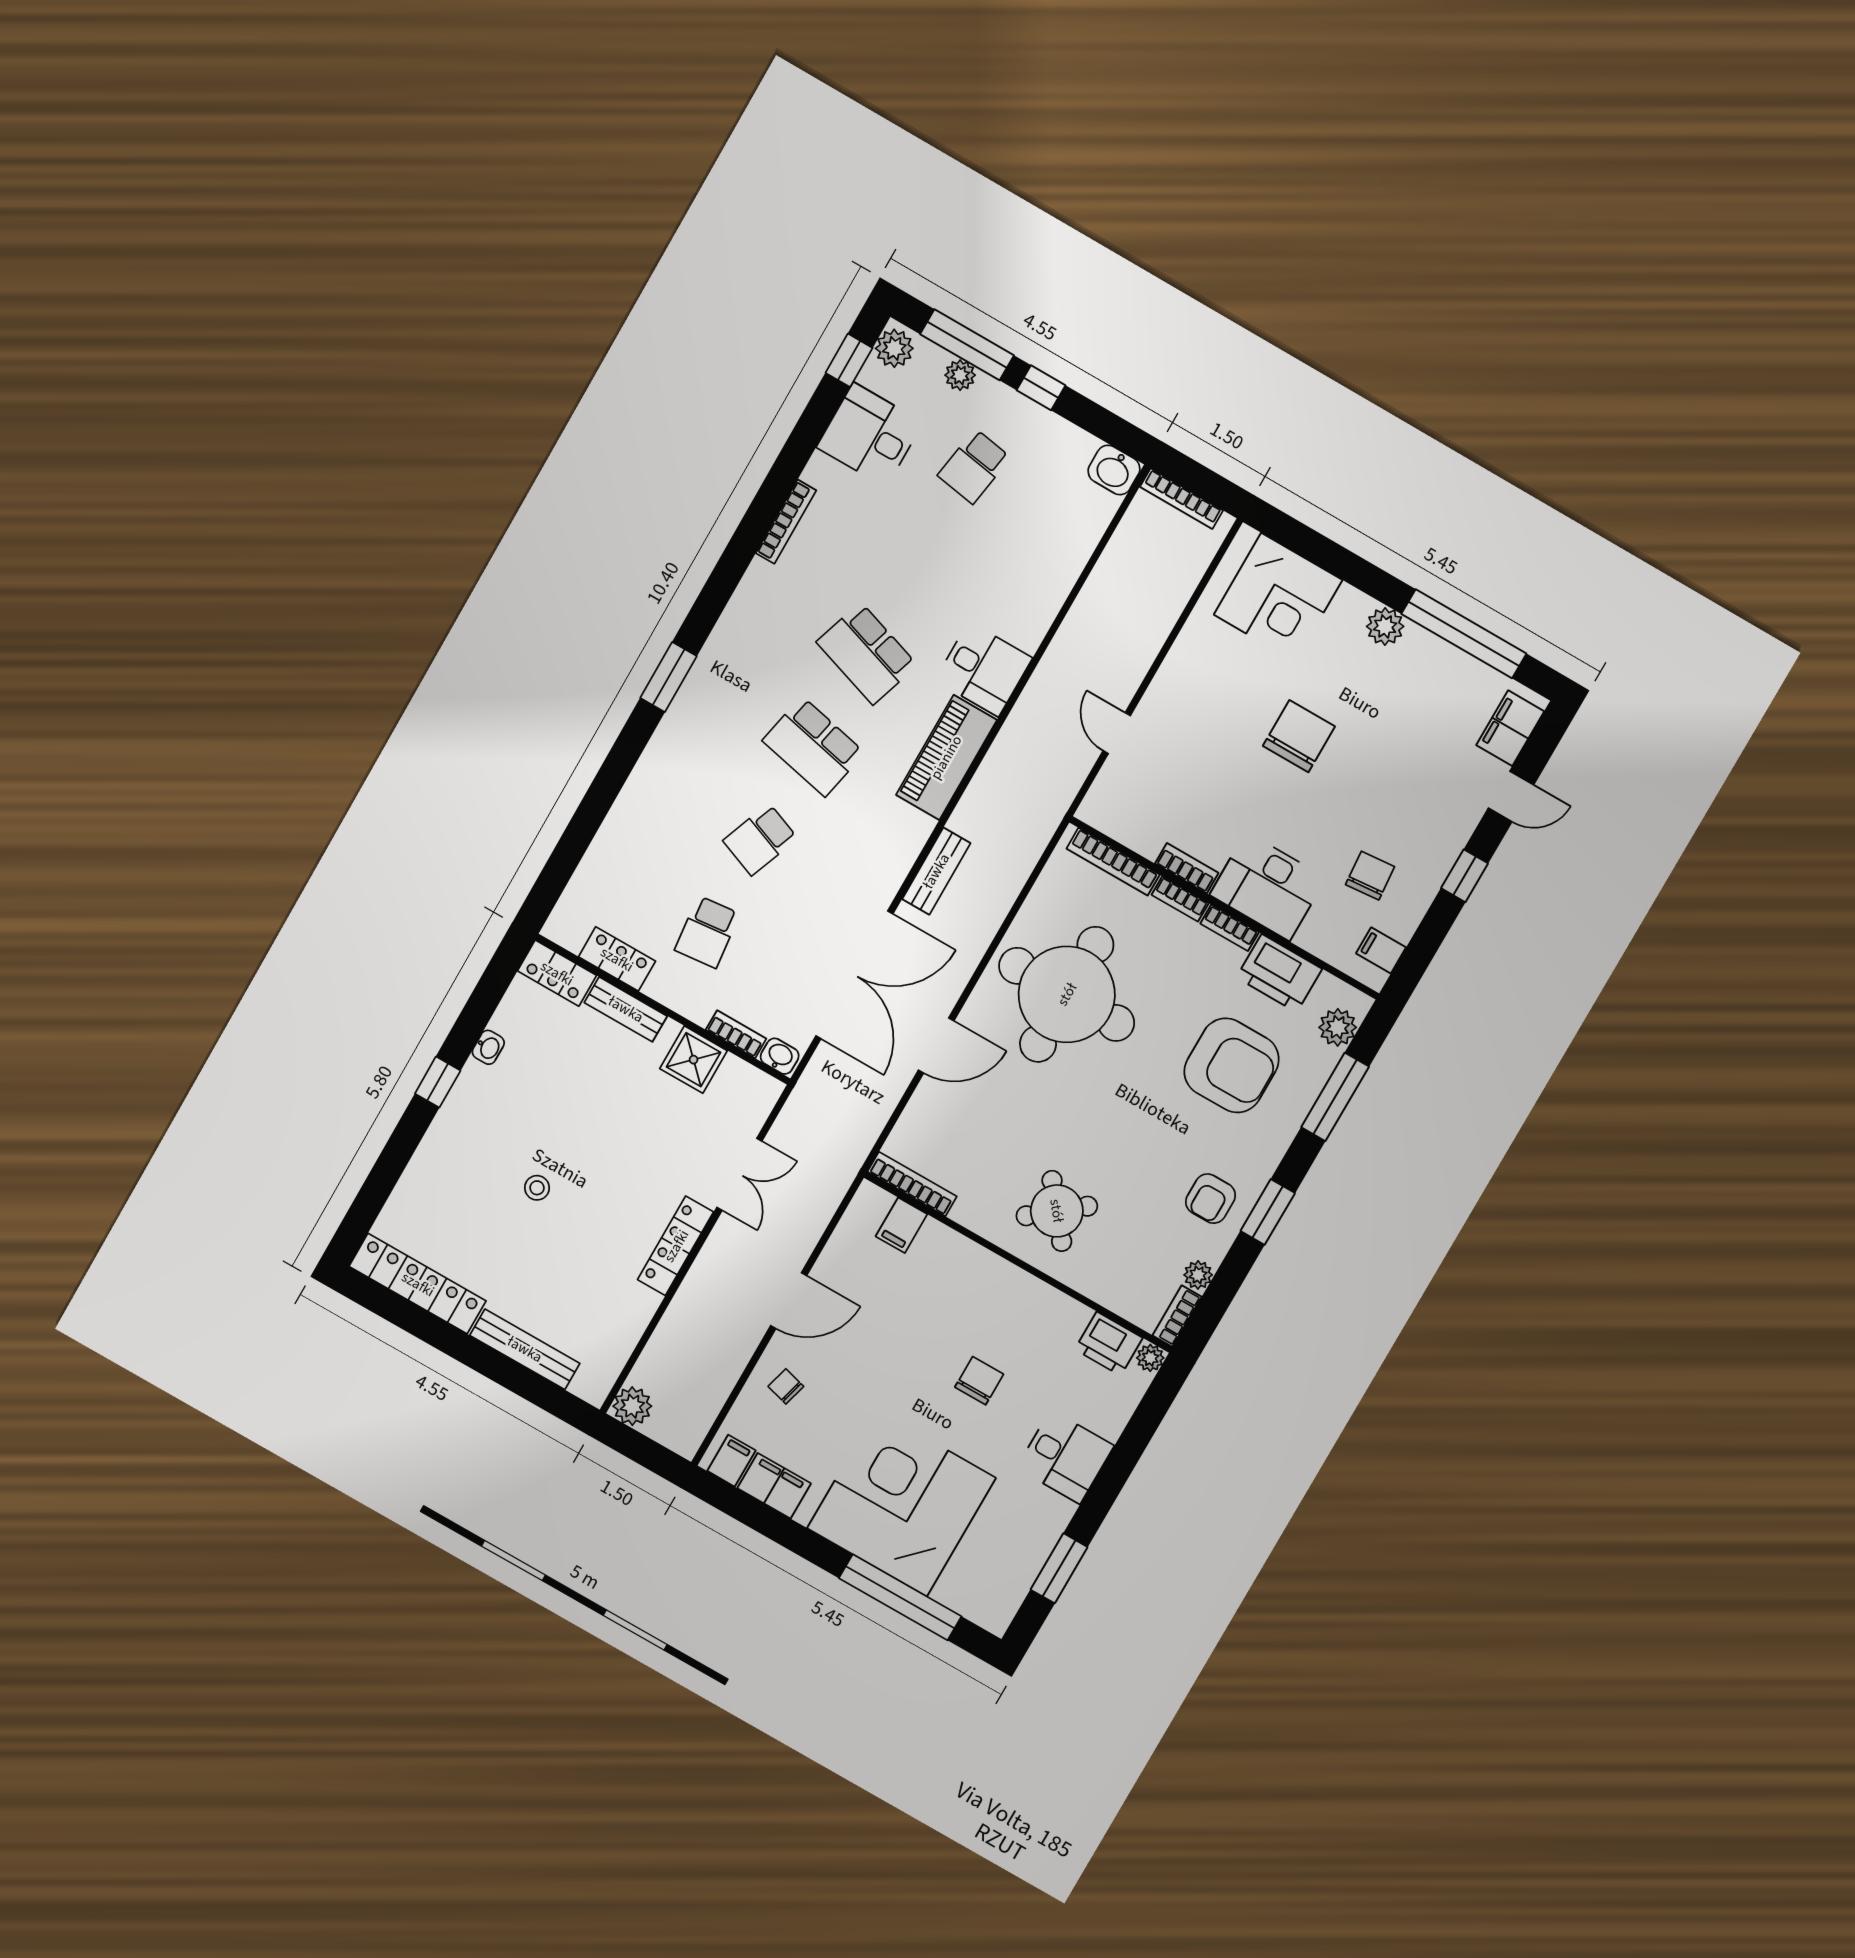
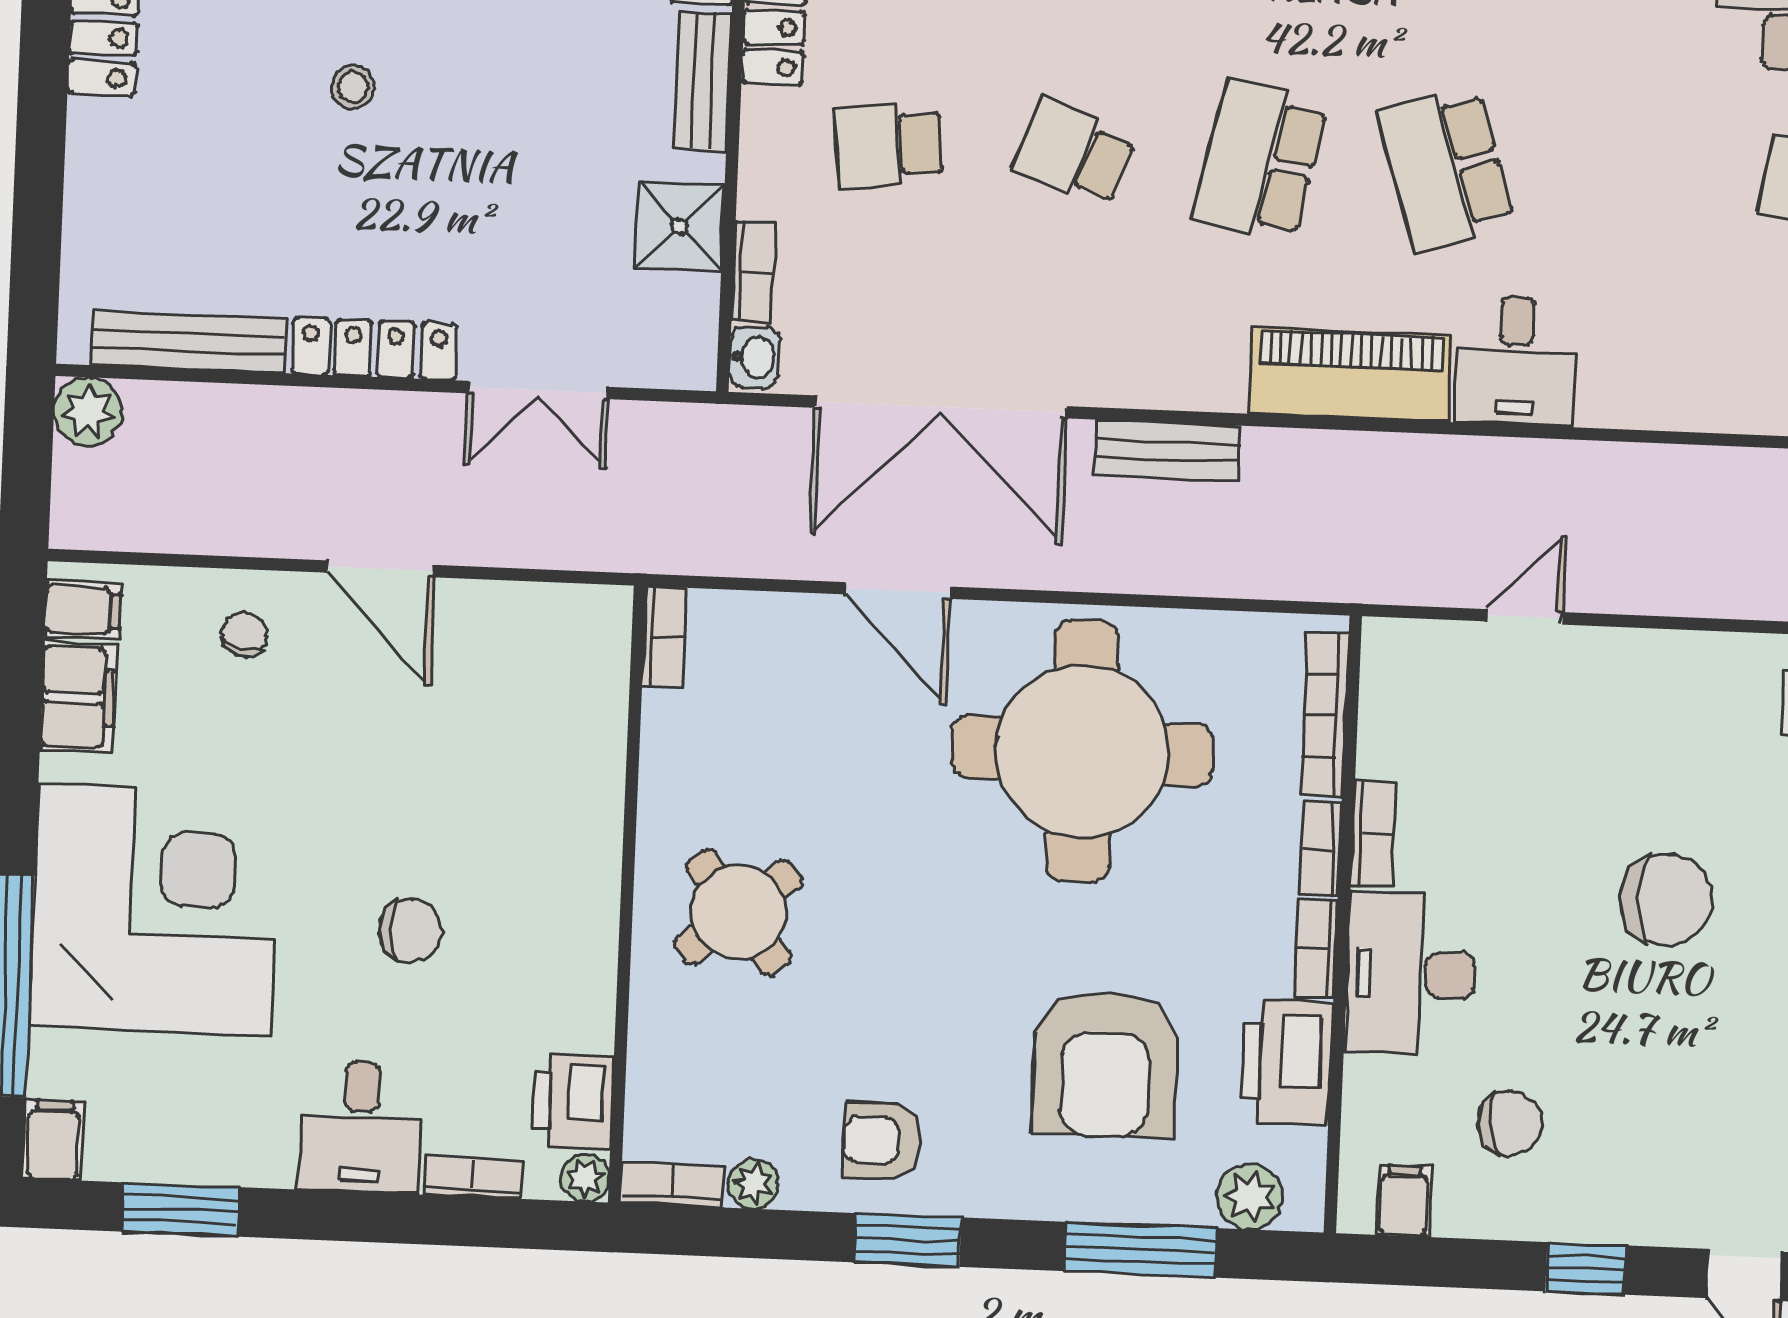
school desk: (867, 653) -> (1446, 168), turned -36
bookcase: (912, 1184) -> (664, 637), width x0.64
filing cabinet: (901, 1225) -> (53, 1140), moved, turned 90
bench: (525, 1349) -> (188, 342), moved, turned 90
bookcase: (1120, 1414) -> (472, 1178), added

